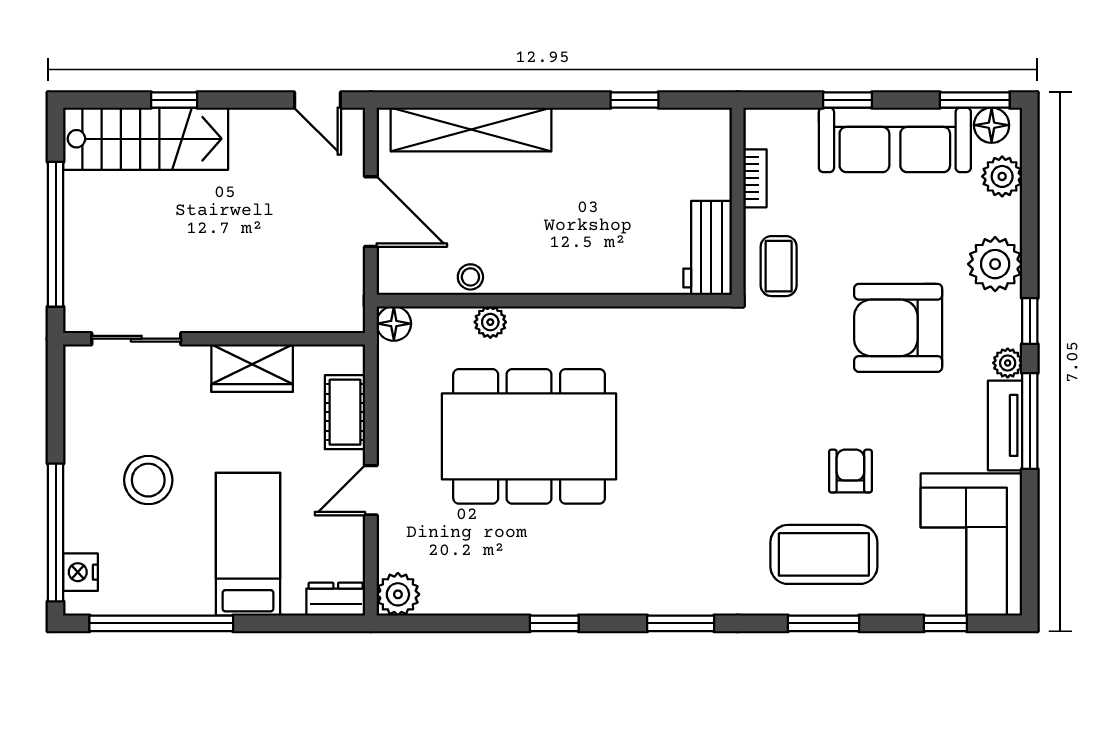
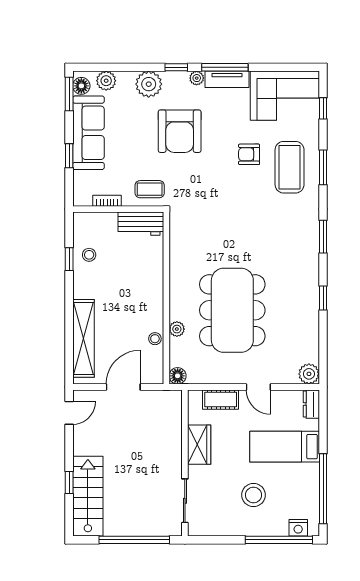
stool: (643, 141) -> (89, 255), added

